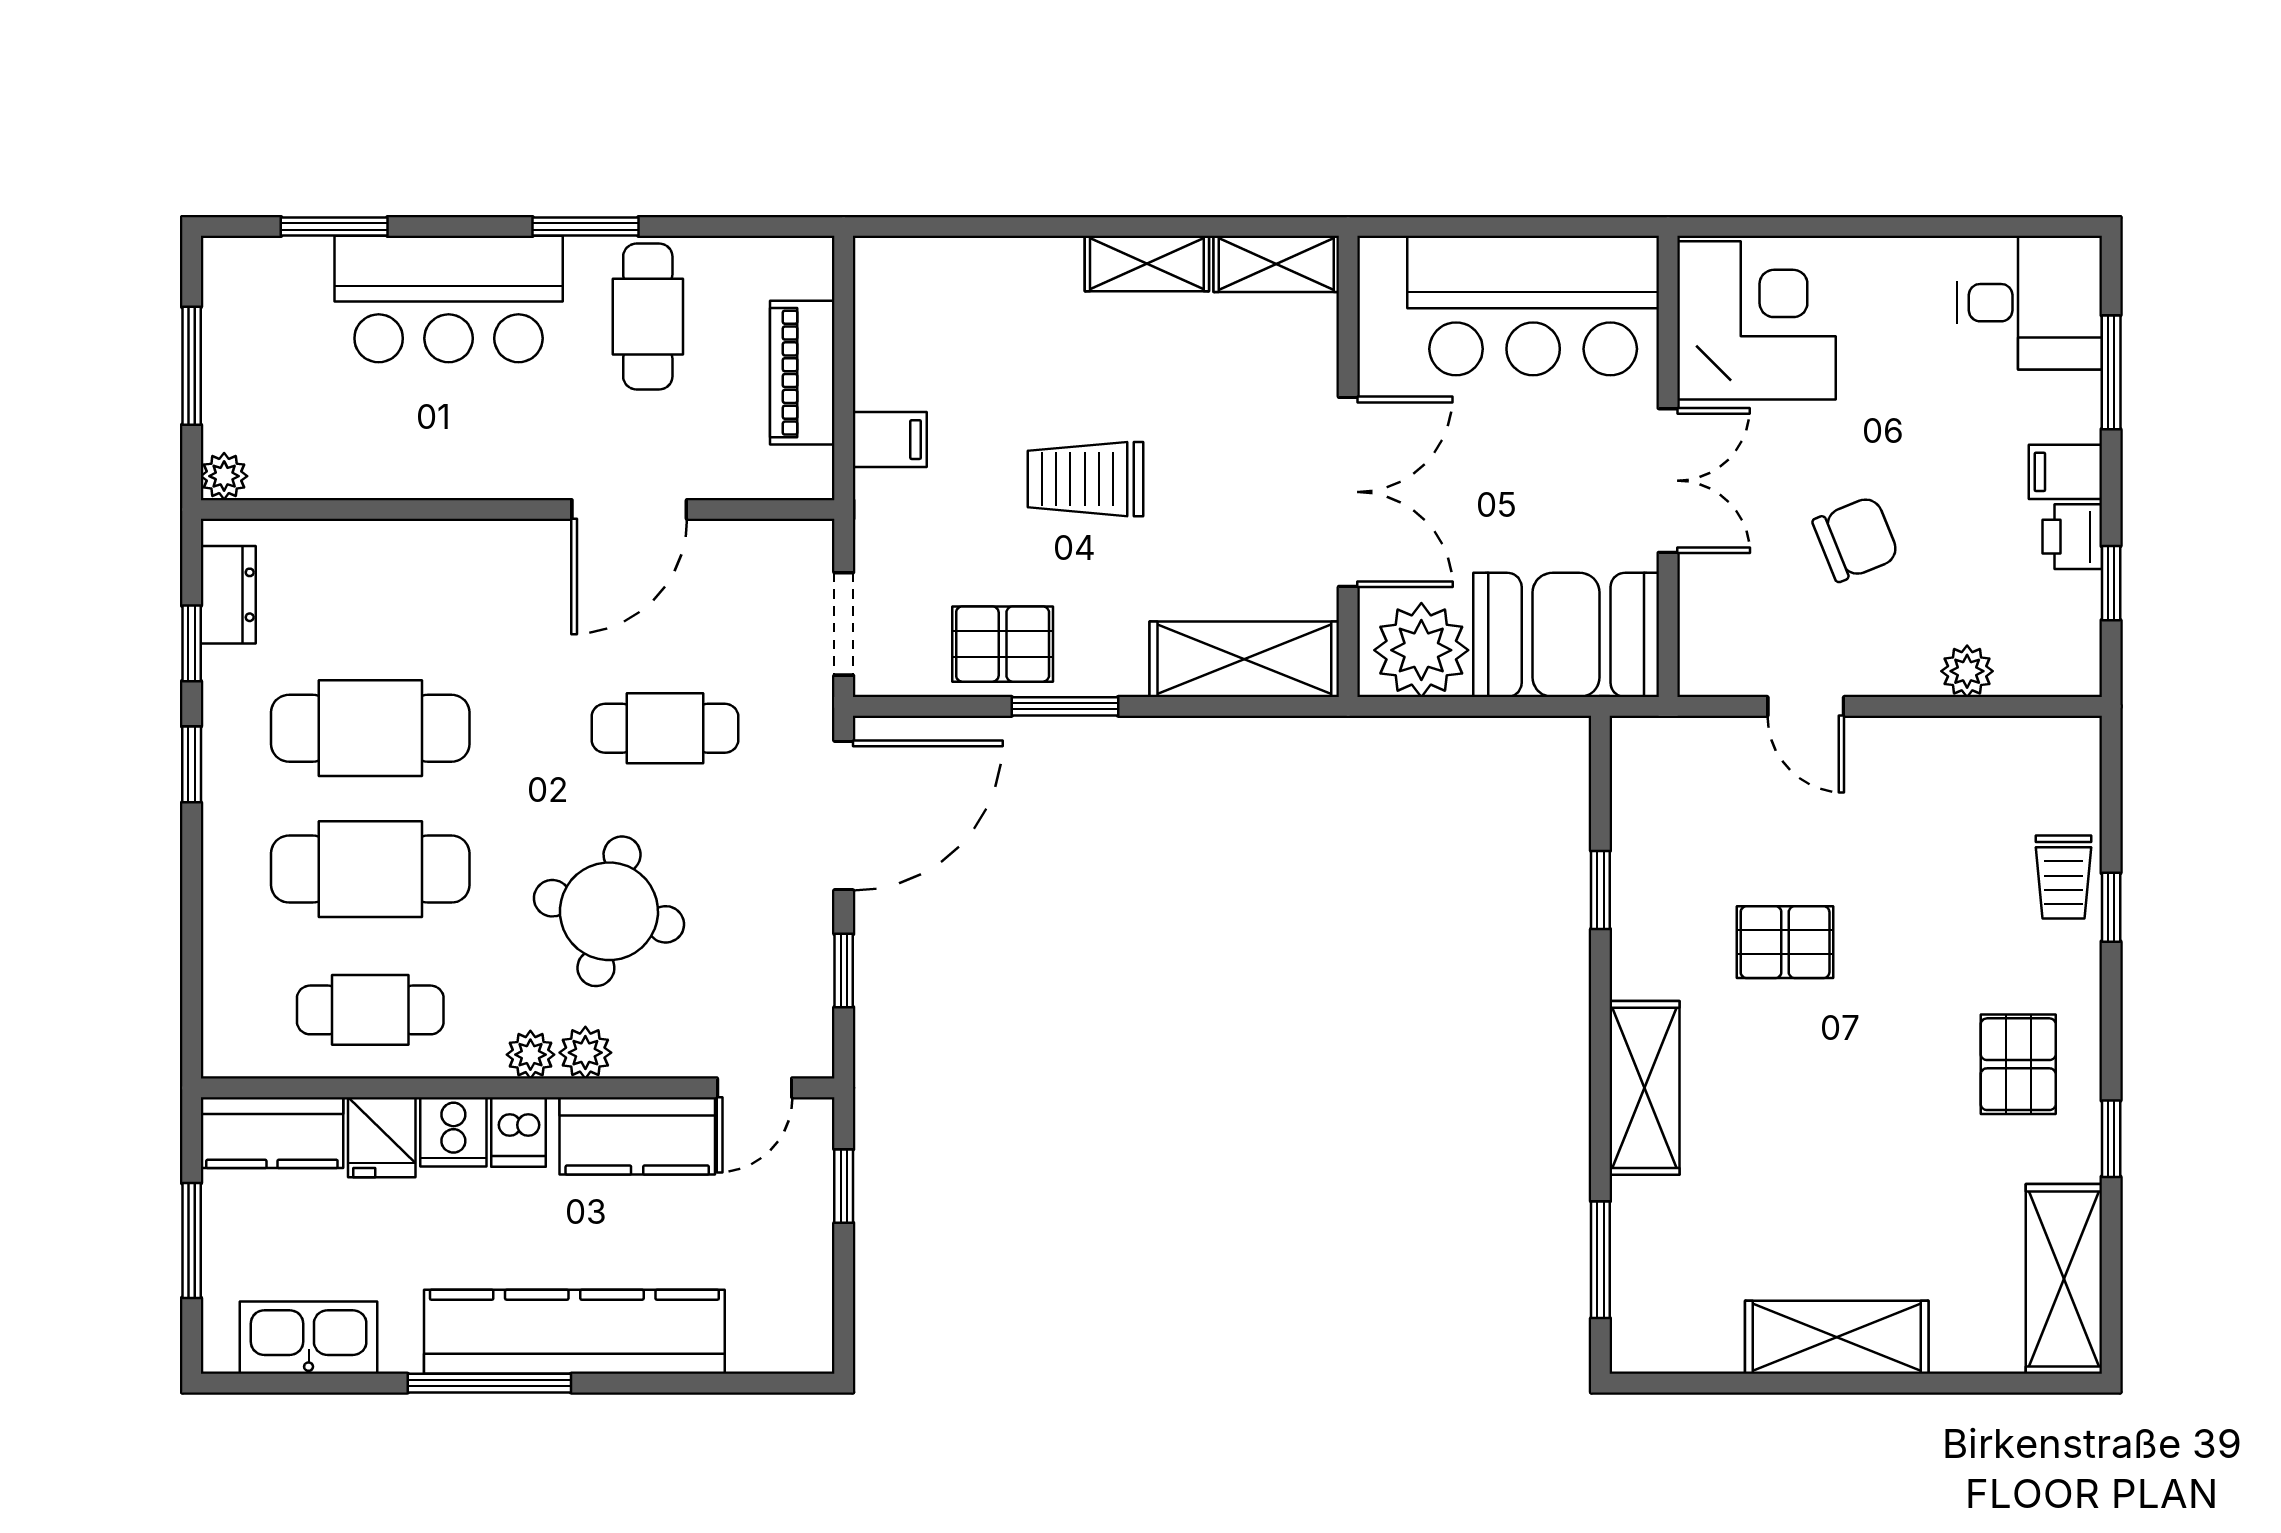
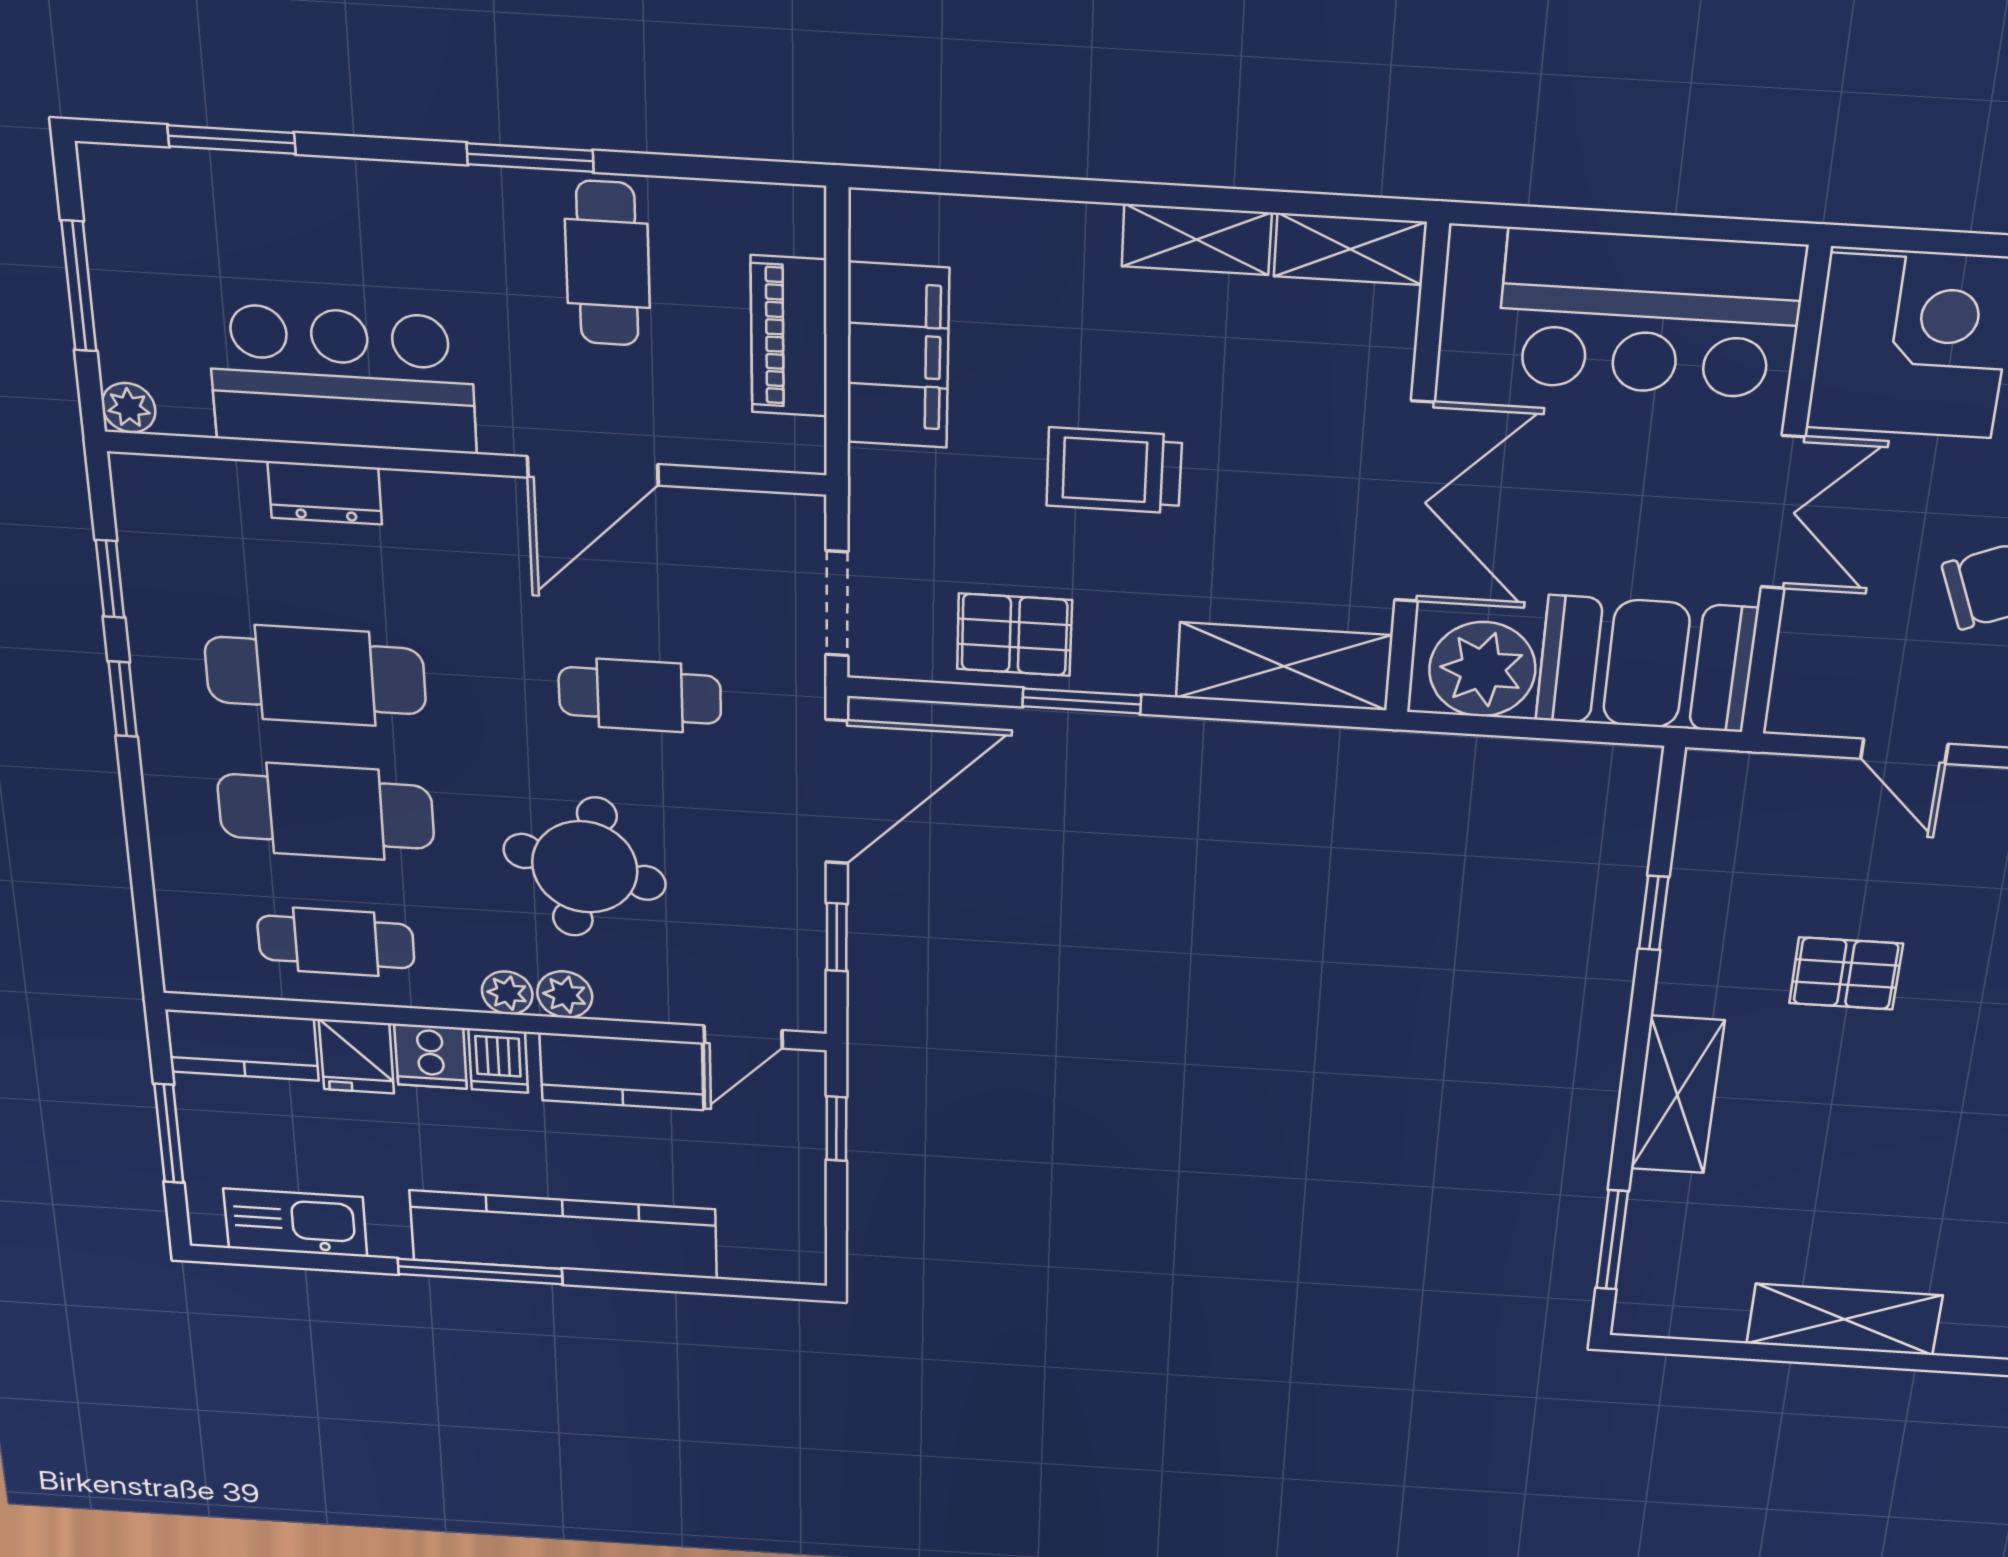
bar counter: (449, 299) -> (342, 379), moved, turned 180
filing cabinet: (890, 440) -> (898, 356), width x3.00, depth x1.17
dresser: (228, 595) -> (325, 493), moved, turned 90

